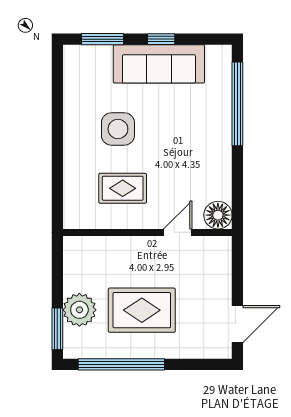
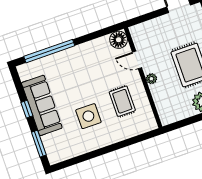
plant: (142, 244) -> (151, 79), added

